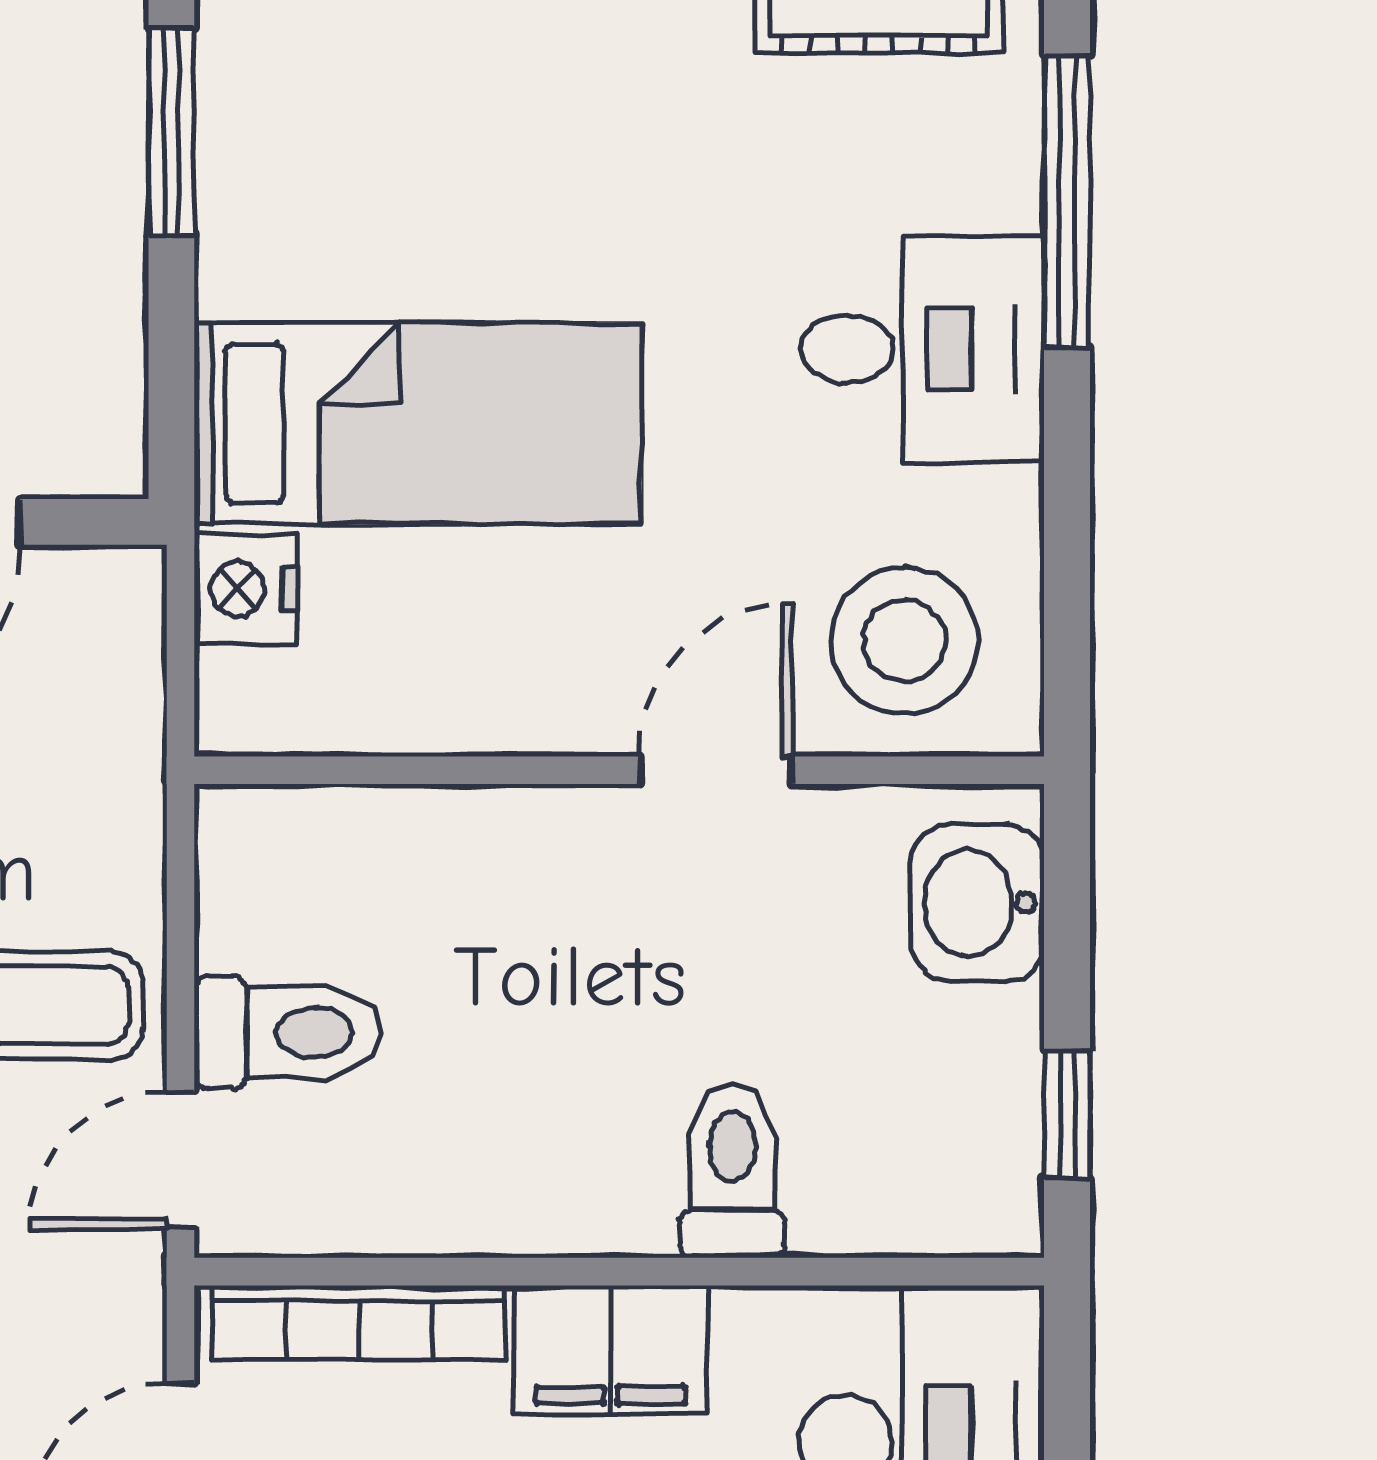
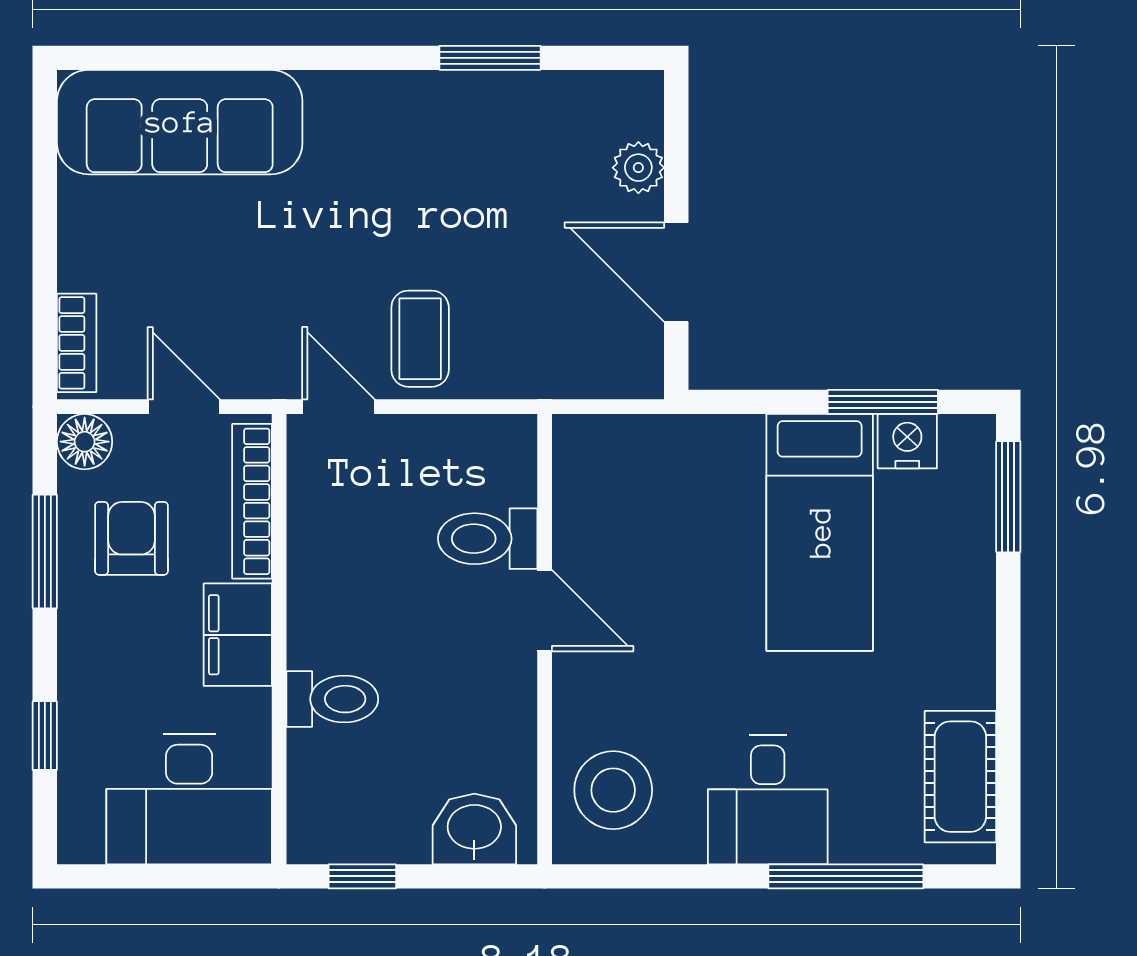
bed: (418, 423) -> (820, 532), moved
nightstand: (245, 589) -> (907, 441), moved
door: (716, 770) -> (545, 611), moved
toilet: (288, 1032) -> (488, 539), moved, turned 90

